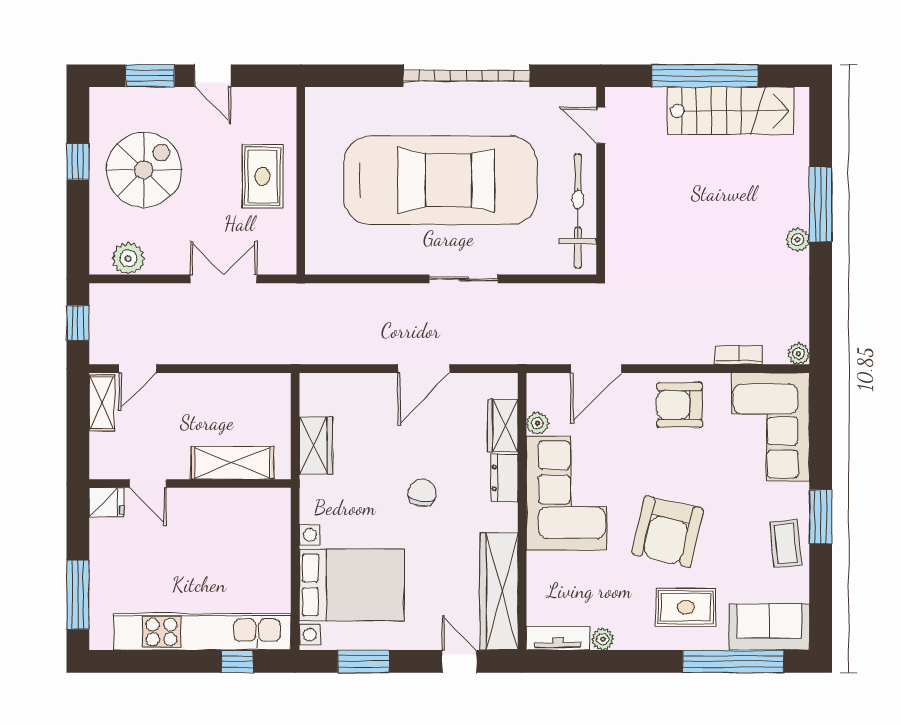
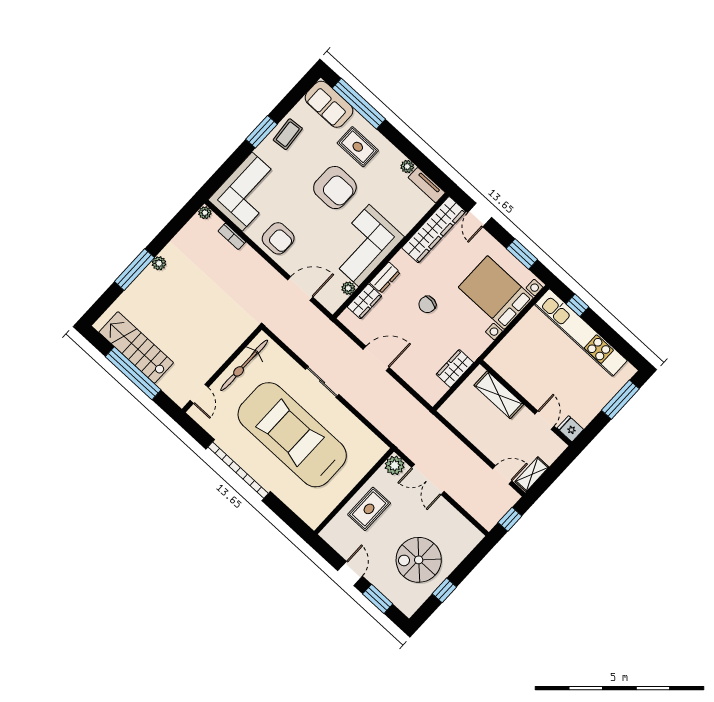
plant: (128, 258) -> (395, 465), moved
armchair: (668, 532) -> (335, 188), turned 77

